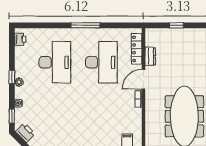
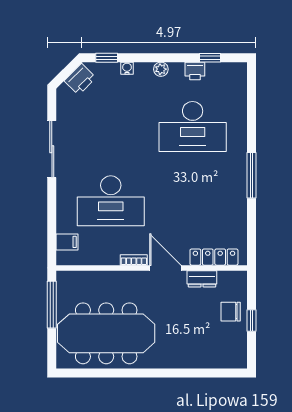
chair: (171, 38) -> (231, 312), added
printer: (20, 39) -> (195, 71), moved
desk: (101, 62) -> (111, 201), moved
window: (12, 77) -> (210, 58), moved

